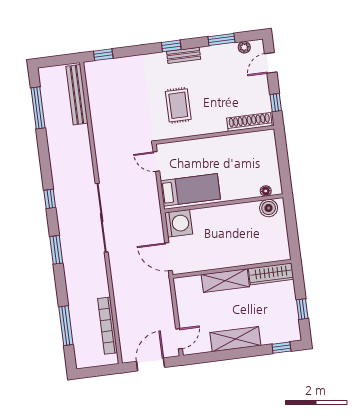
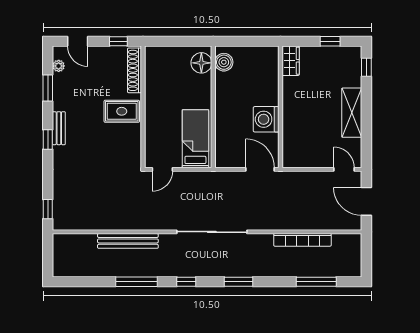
bench: (77, 95) -> (128, 241), moved
rug: (178, 105) -> (122, 111), moved
window: (38, 108) -> (137, 282), moved
floor lamp: (266, 191) -> (201, 63), width x1.89, depth x1.89
washing machine: (178, 223) -> (266, 119), moved, turned -90
door: (169, 257) -> (260, 169), swing flipped
wardrobe: (271, 274) -> (291, 61), width x0.67
shelving: (225, 281) -> (291, 115), removed
bookcase: (107, 326) -> (302, 240), moved

